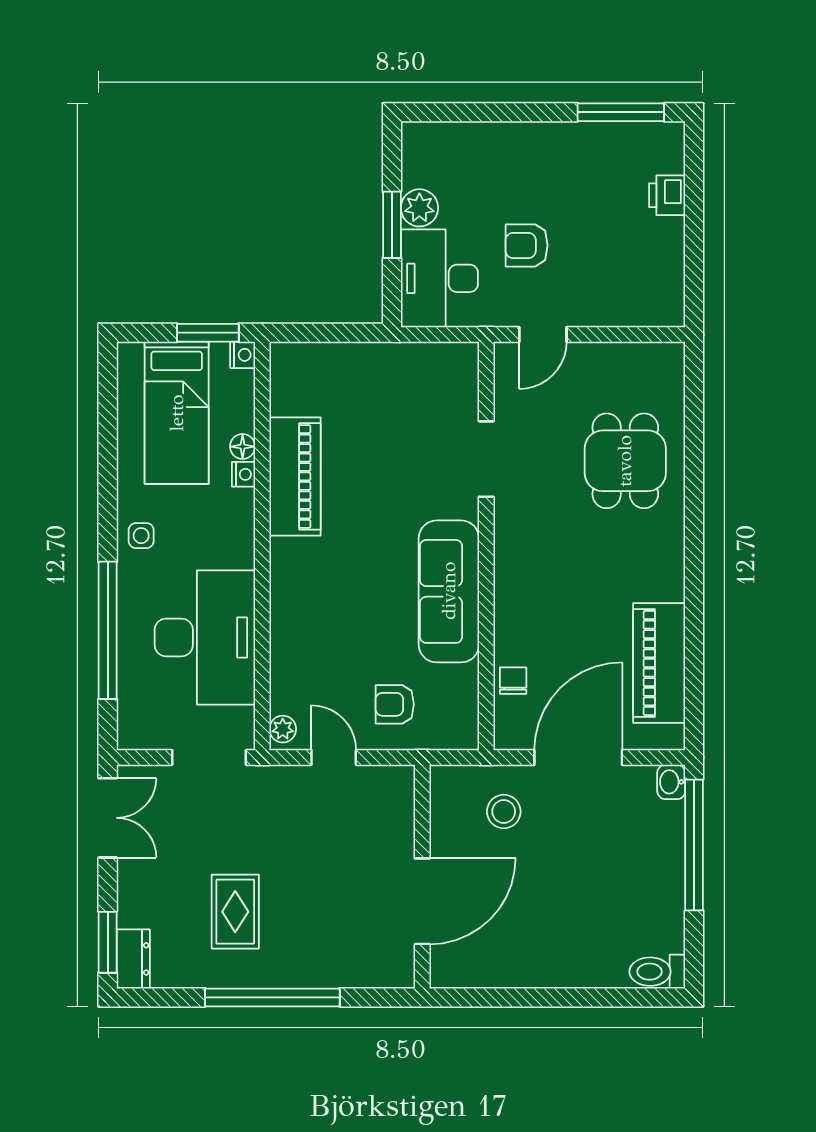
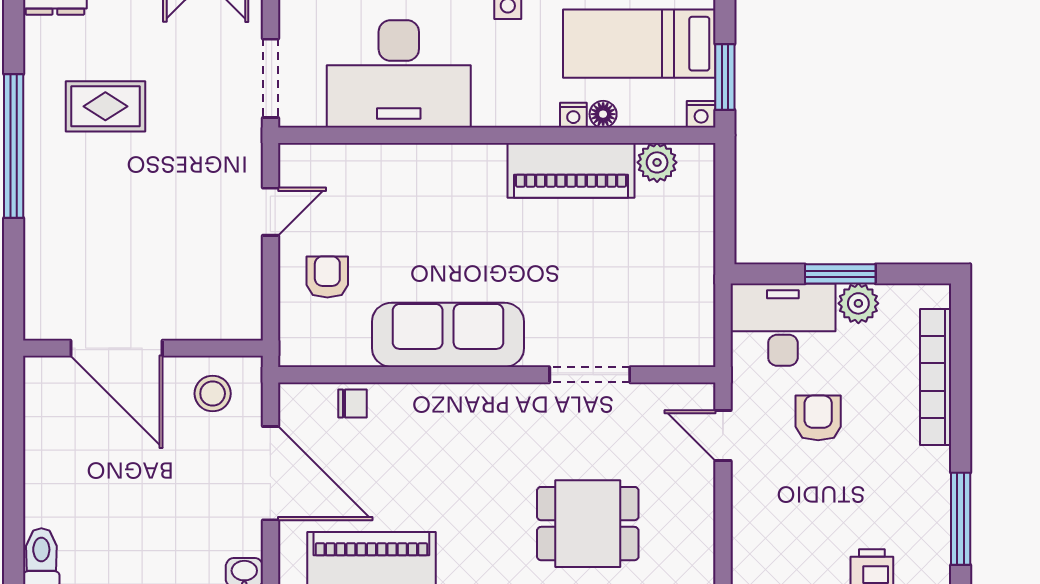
bookcase: (488, 136) -> (936, 377), added
plant: (283, 729) -> (657, 162), moved, width x1.38, depth x1.38
wall: (422, 877) -> (143, 348), moved
door: (422, 901) -> (117, 348), moved

